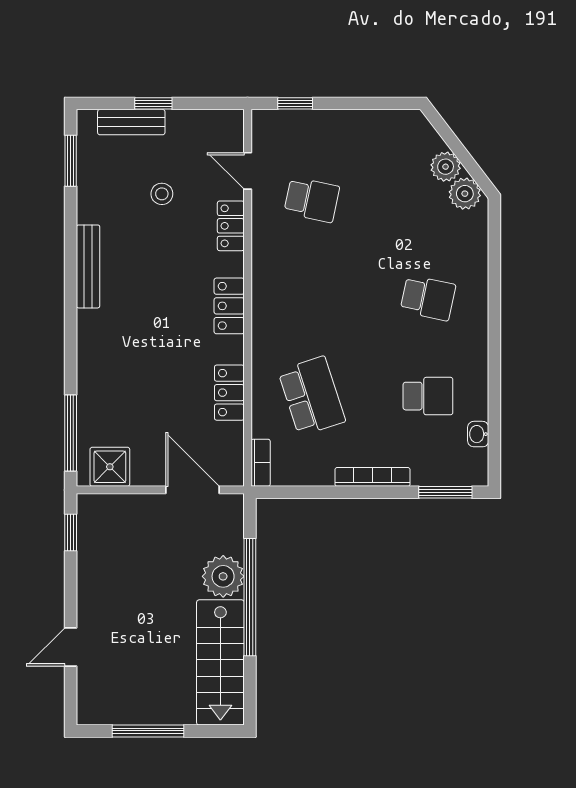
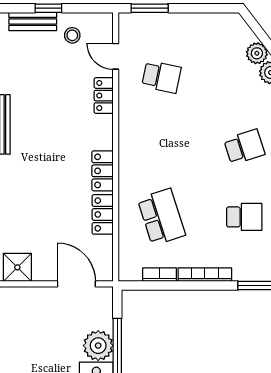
window: (295, 103) -> (150, 8), width x1.50
stool: (162, 194) -> (72, 35), moved
school desk: (428, 298) -> (244, 147), turned -30
locker: (229, 306) -> (102, 171), moved
bookcase: (261, 463) -> (159, 275), moved, turned -90

